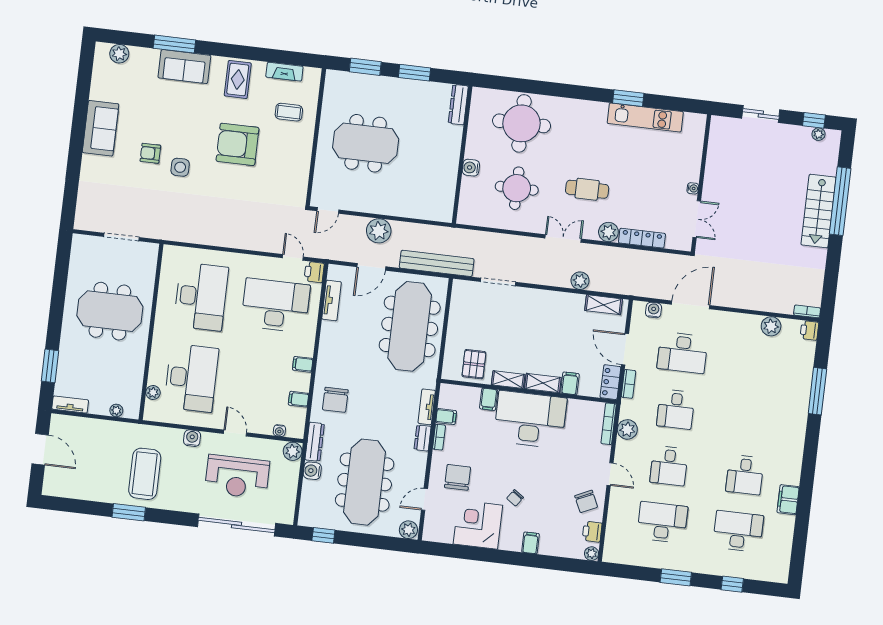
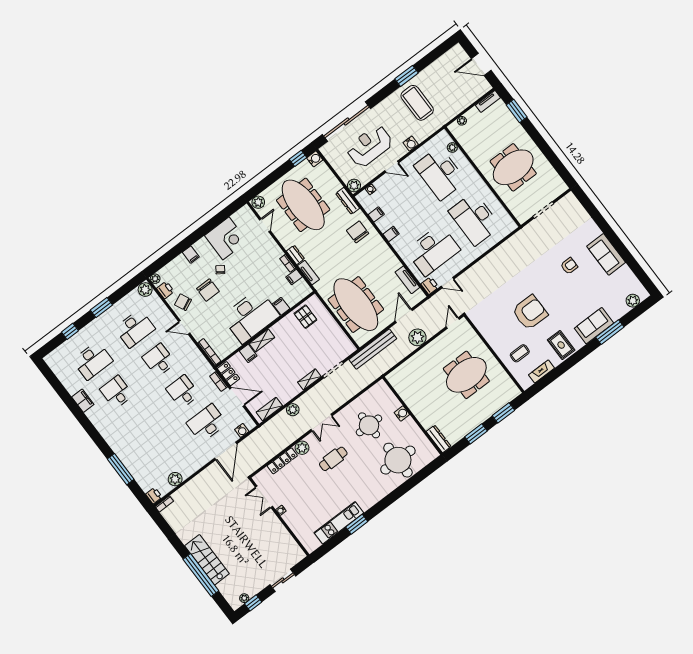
side table: (180, 167) -> (548, 273), removed
shelving: (508, 380) -> (309, 379), moved
plant: (627, 429) -> (145, 290), moved
water cooler: (312, 471) -> (315, 159), moved
chair: (458, 477) -> (208, 290), moved

